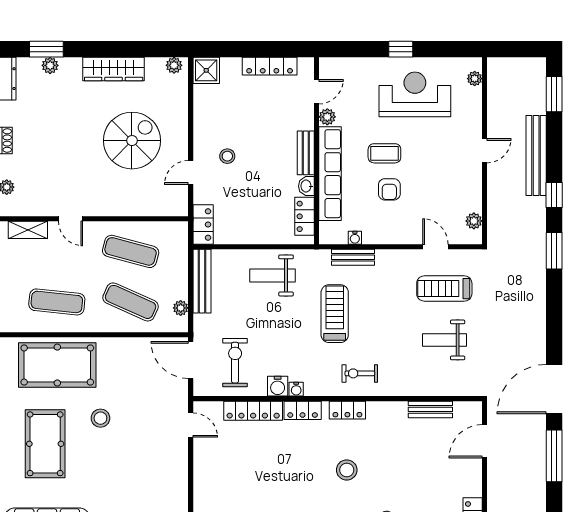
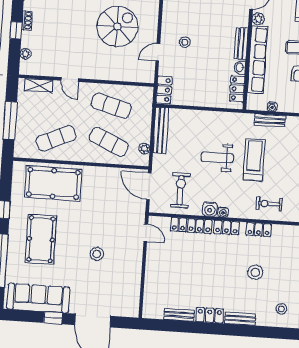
weight bench: (273, 275) -> (217, 157), moved
exercise mat: (57, 302) -> (56, 138), turned -30
stool: (100, 418) -> (97, 254), moved

